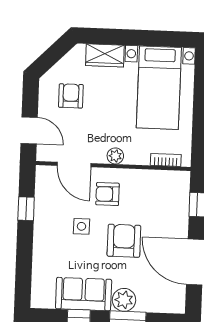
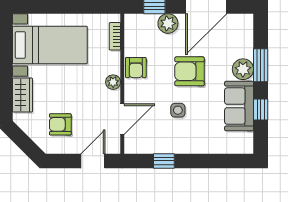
armchair: (108, 194) -> (136, 68), moved
plant: (178, 219) -> (168, 23), added

